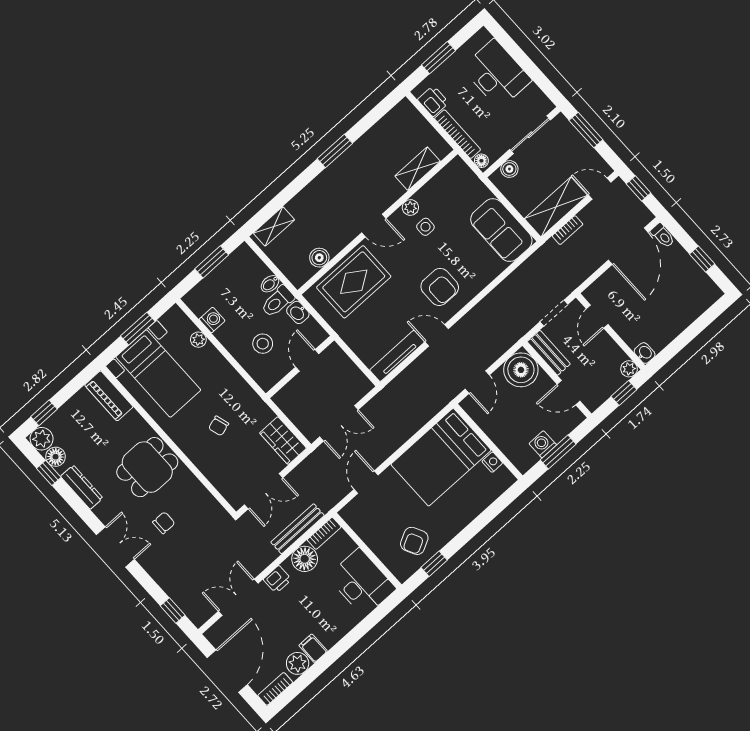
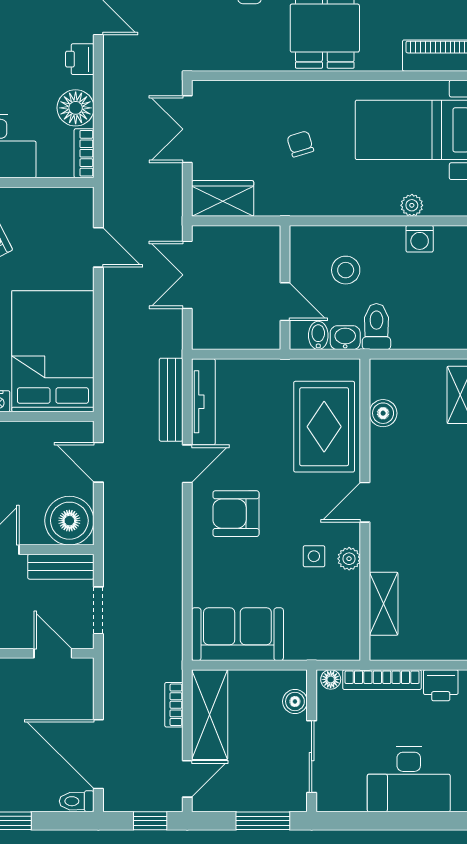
bidet: (270, 284) -> (318, 335), moved
bench: (298, 529) -> (171, 400), moved

